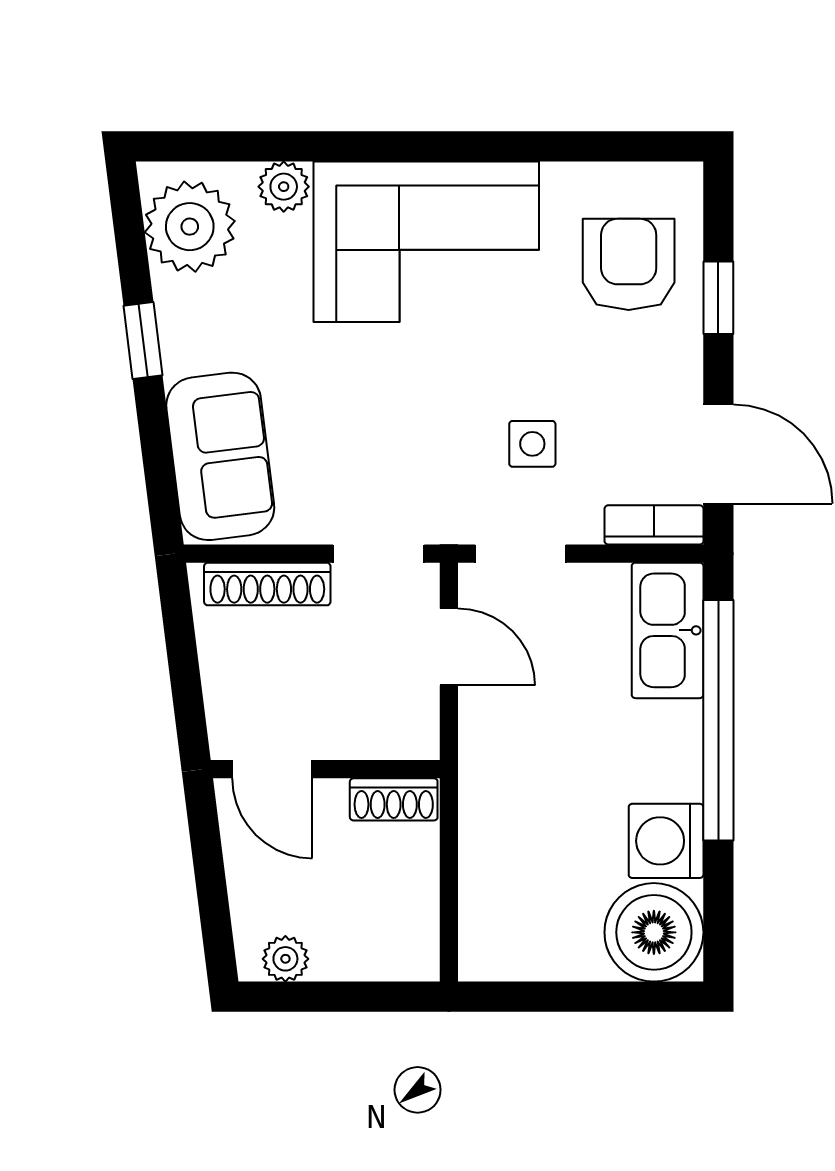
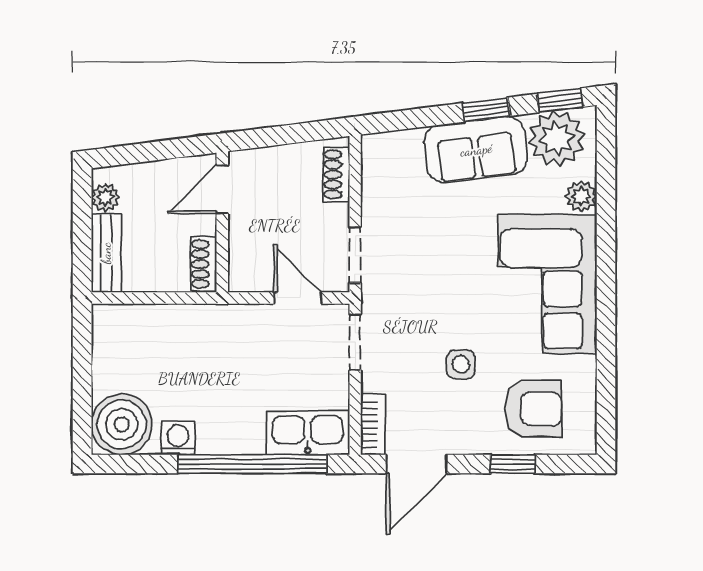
window: (128, 221) -> (560, 100), added
side table: (532, 444) -> (461, 364), moved
sofa: (220, 456) -> (476, 150), moved
shoe rack: (267, 584) -> (336, 174), width x0.70
door: (449, 647) -> (298, 298), swing flipped
washing machine: (666, 841) -> (178, 438), width x0.73, depth x0.73
bench: (376, 958) -> (106, 253), added

